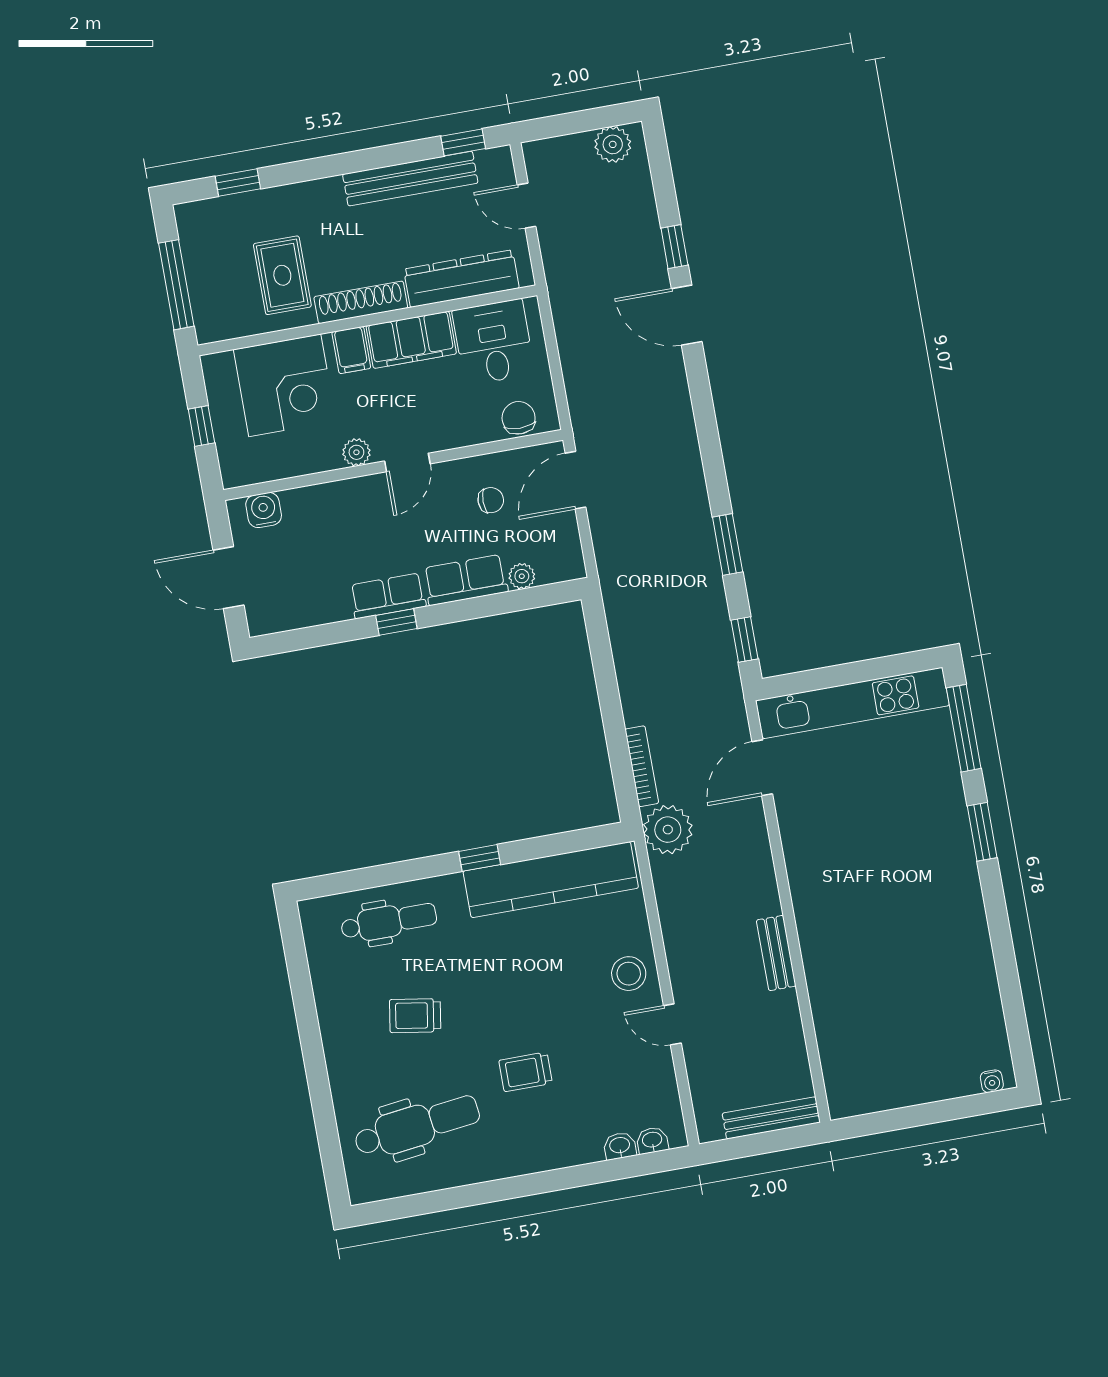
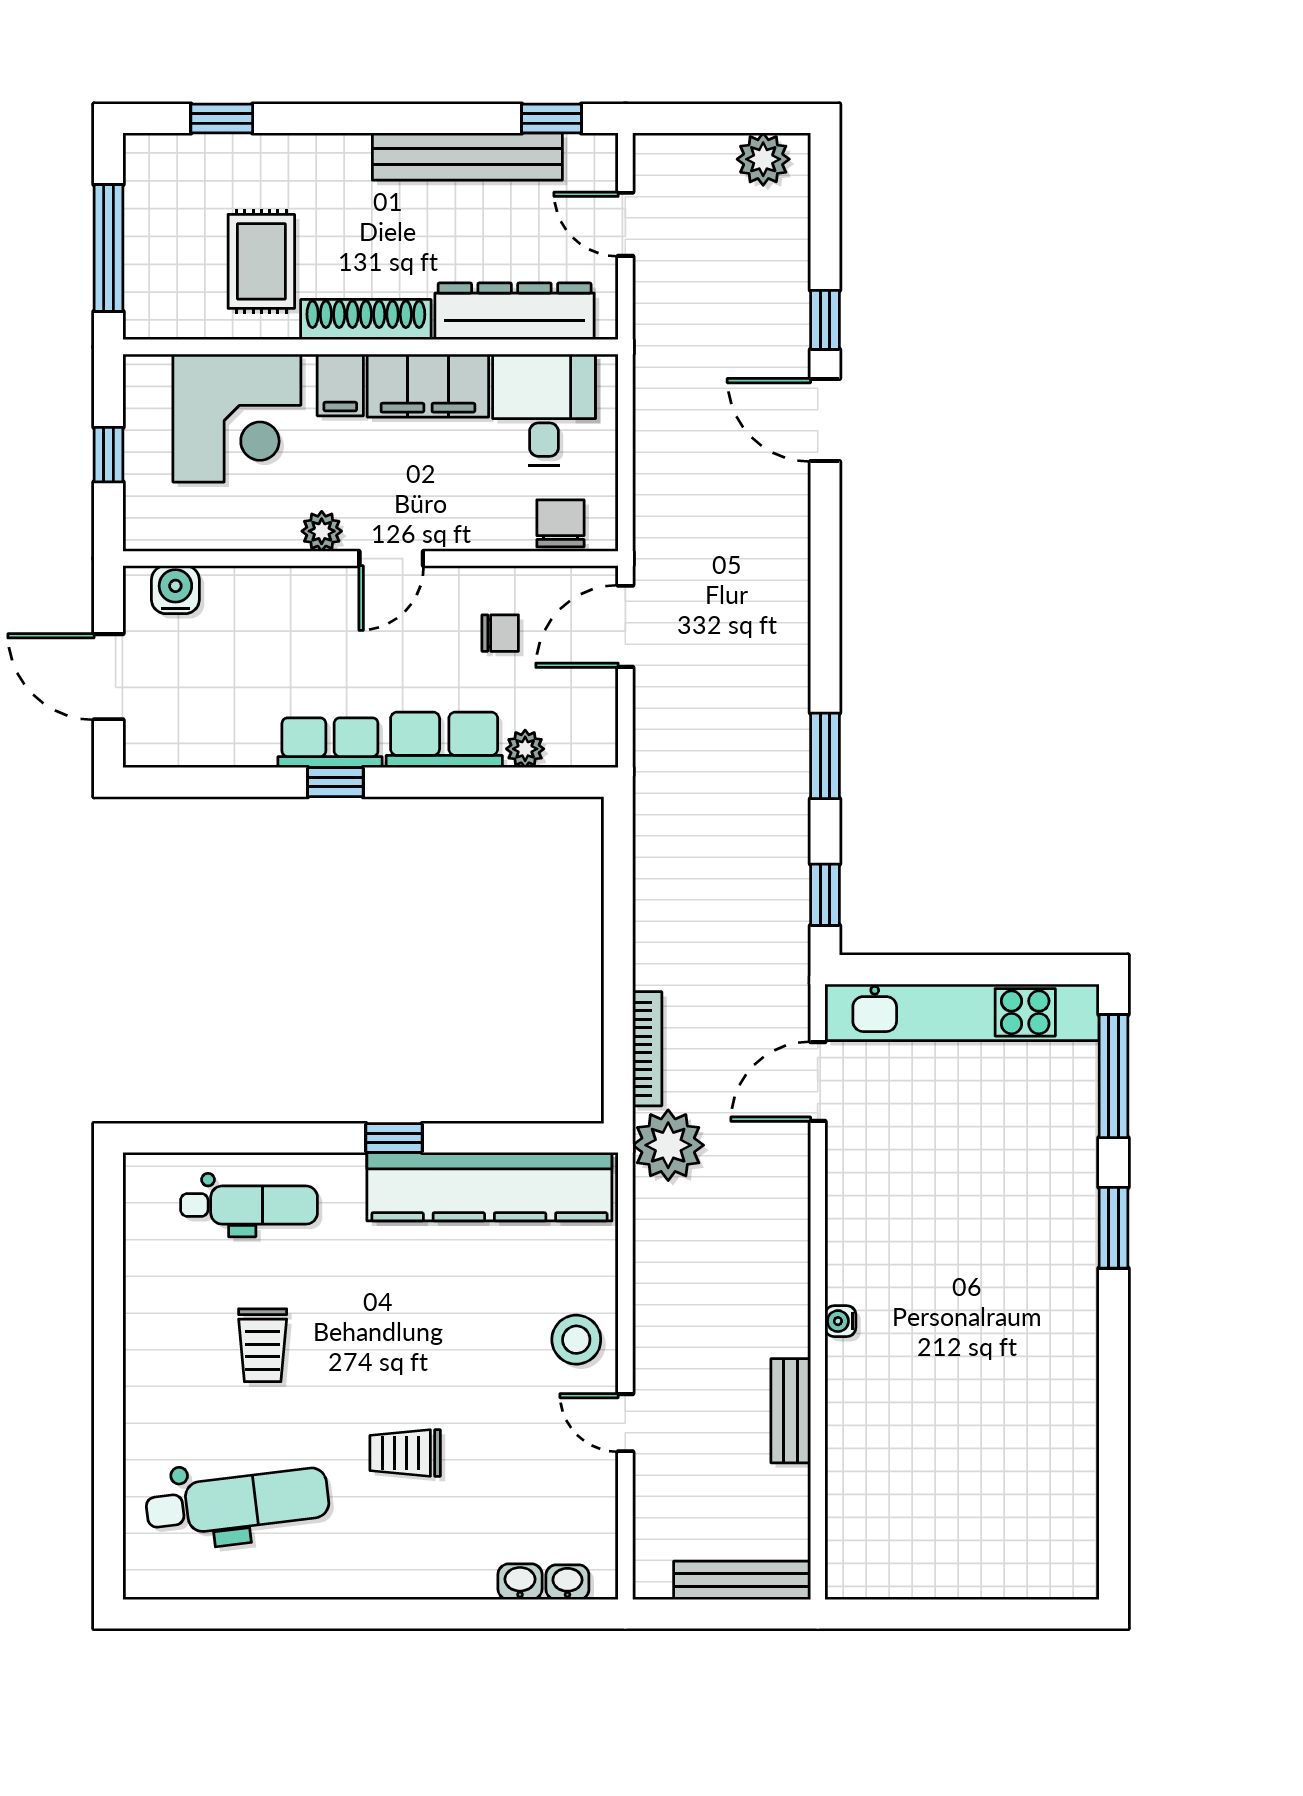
bench: (776, 953) -> (791, 1411), moved
trolley: (415, 1016) -> (263, 1345), turned -99
water cooler: (992, 1081) -> (840, 1321), moved, turned 90

